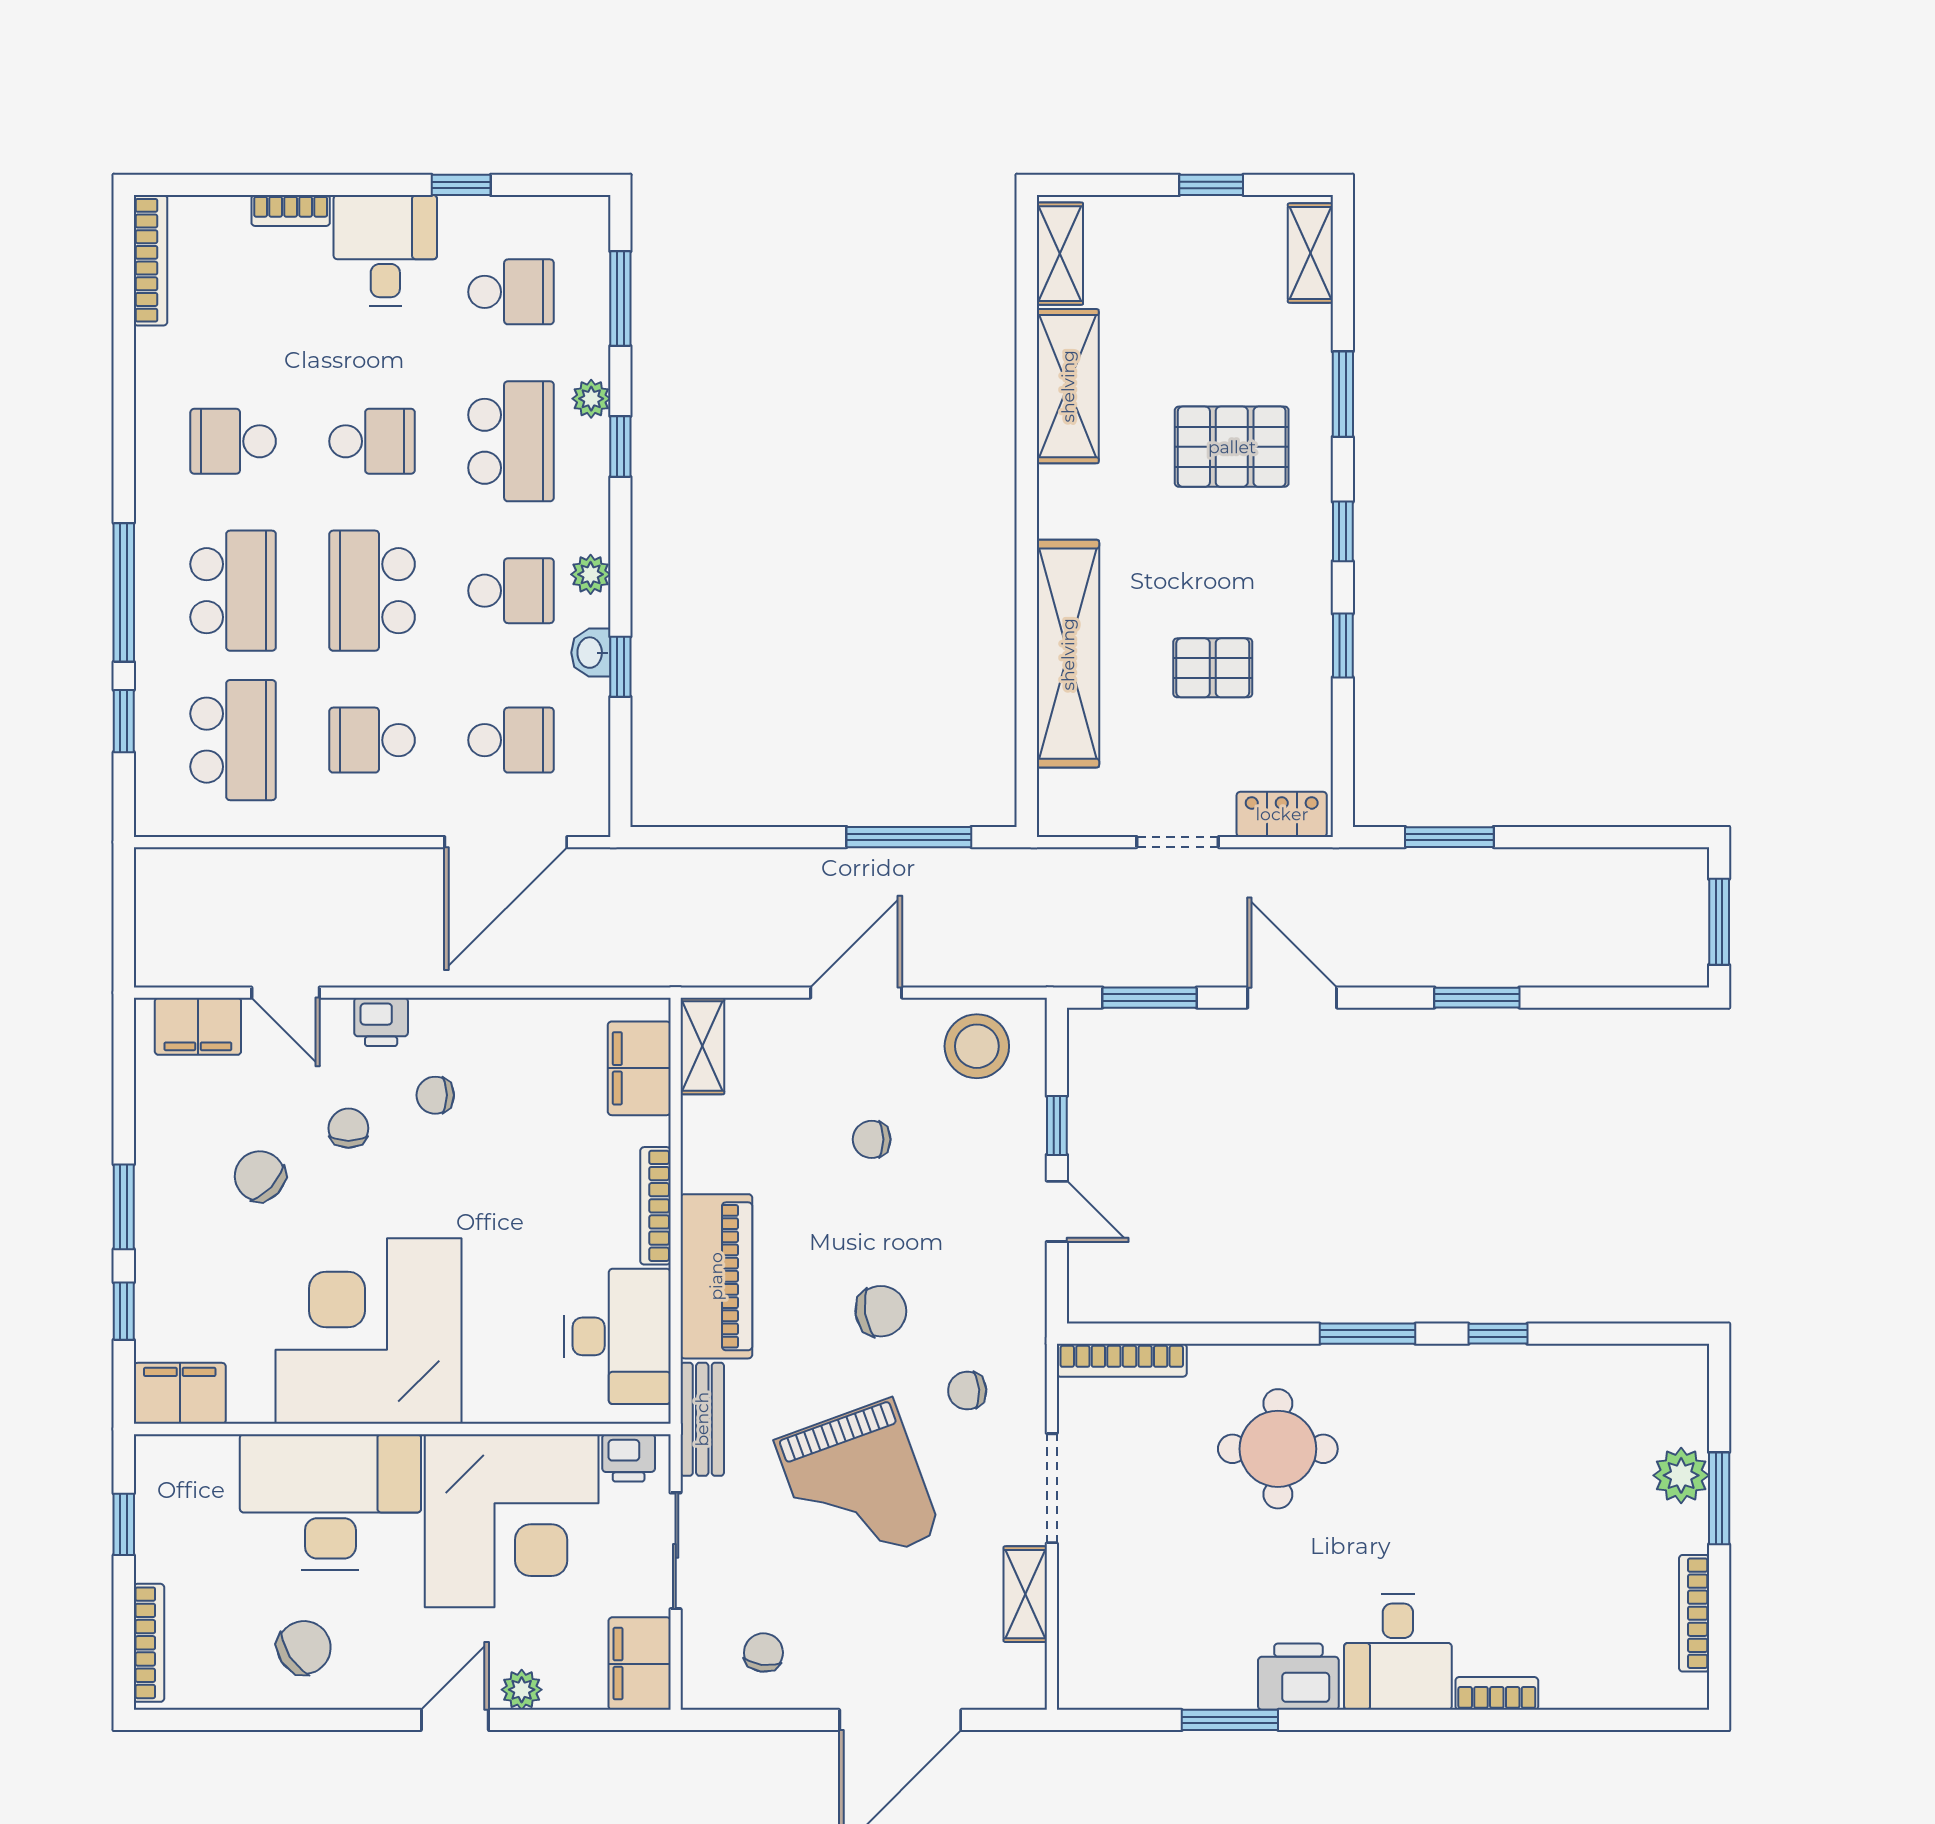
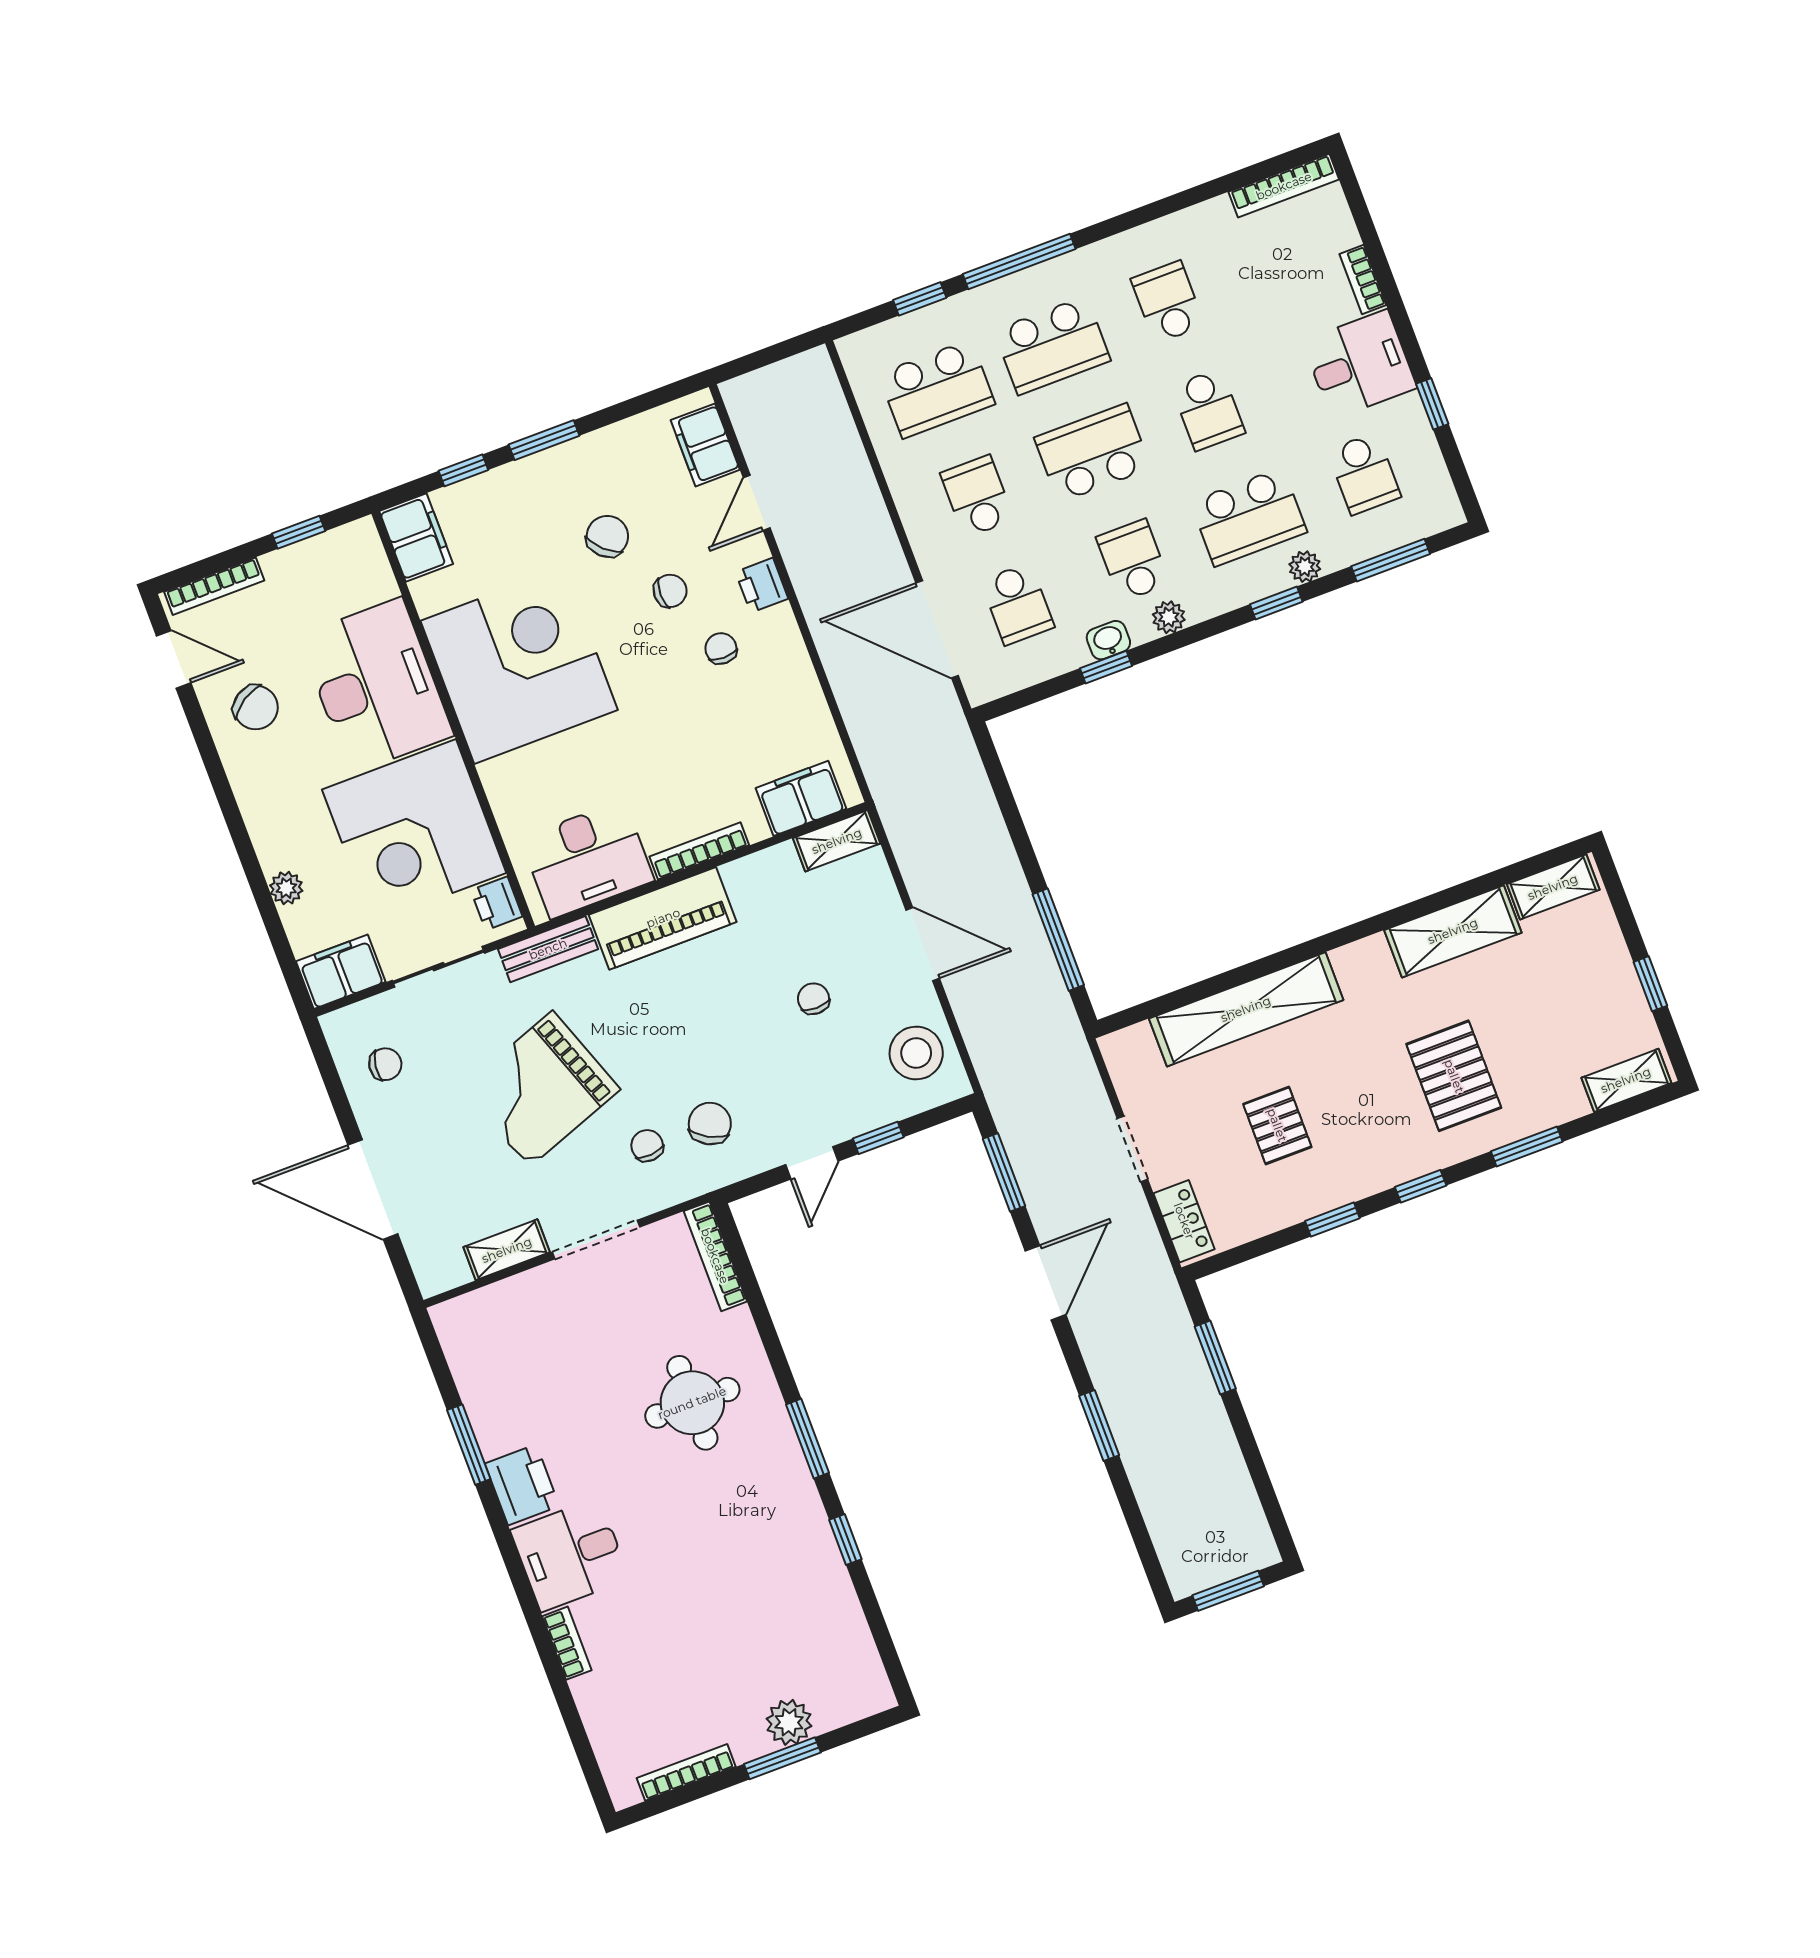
school desk: (511, 591) -> (1133, 560), turned 180
chair: (881, 1311) -> (710, 1124), moved, turned -143
door: (455, 1720) -> (174, 659), moved

